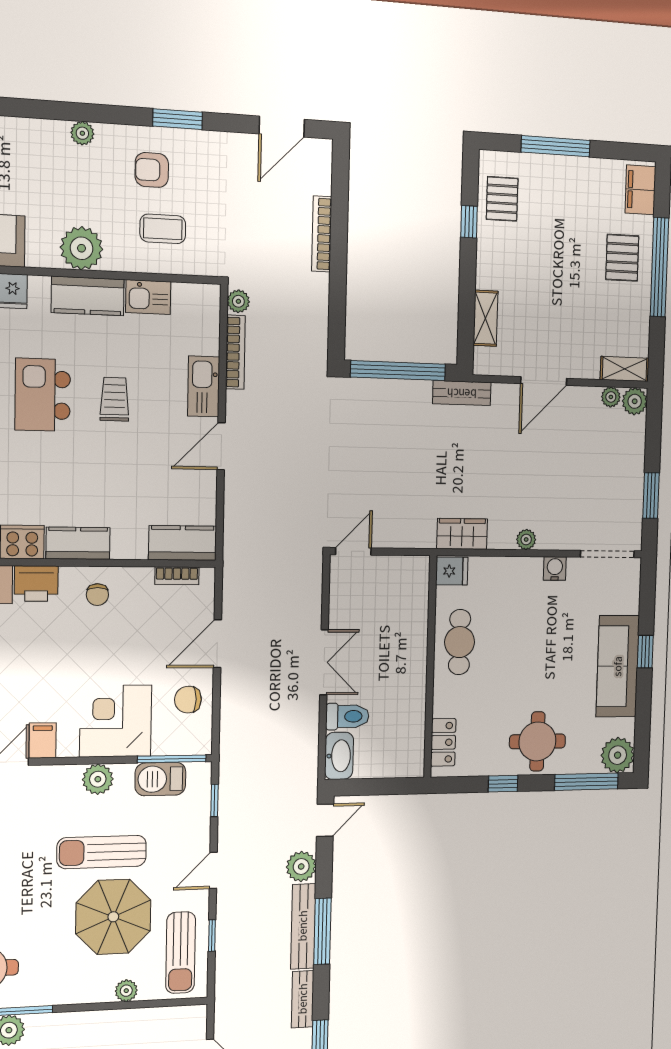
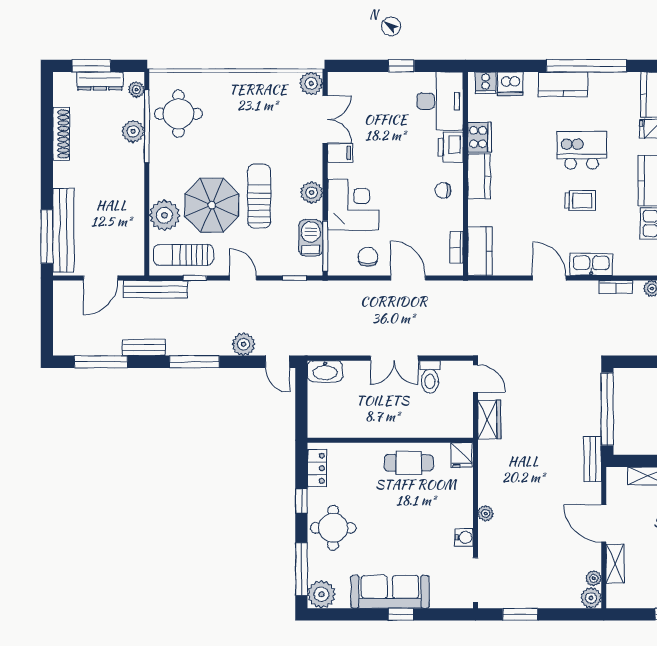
bookcase: (235, 352) -> (616, 287), width x0.64
shelving: (625, 369) -> (615, 564), moved
wardrobe: (462, 534) -> (489, 419), moved
toilet: (347, 716) -> (430, 377), moved
locker: (443, 742) -> (317, 468), moved, turned -90
bench: (303, 926) -> (156, 289), moved
plant: (126, 991) -> (164, 215), width x1.88, depth x1.88

